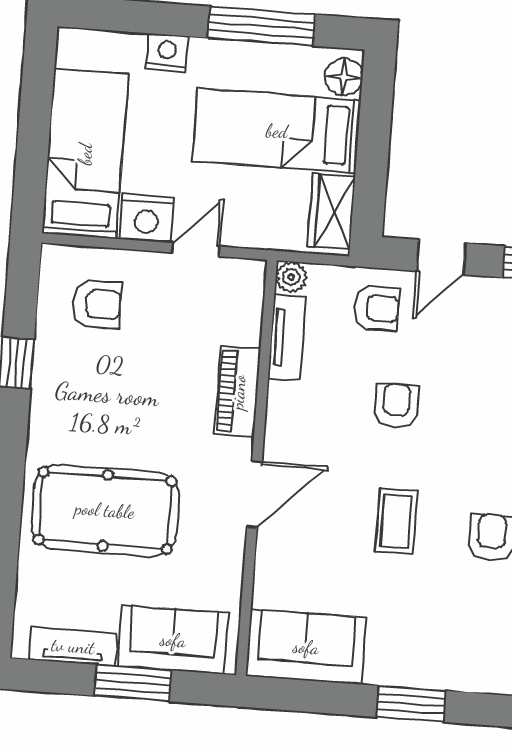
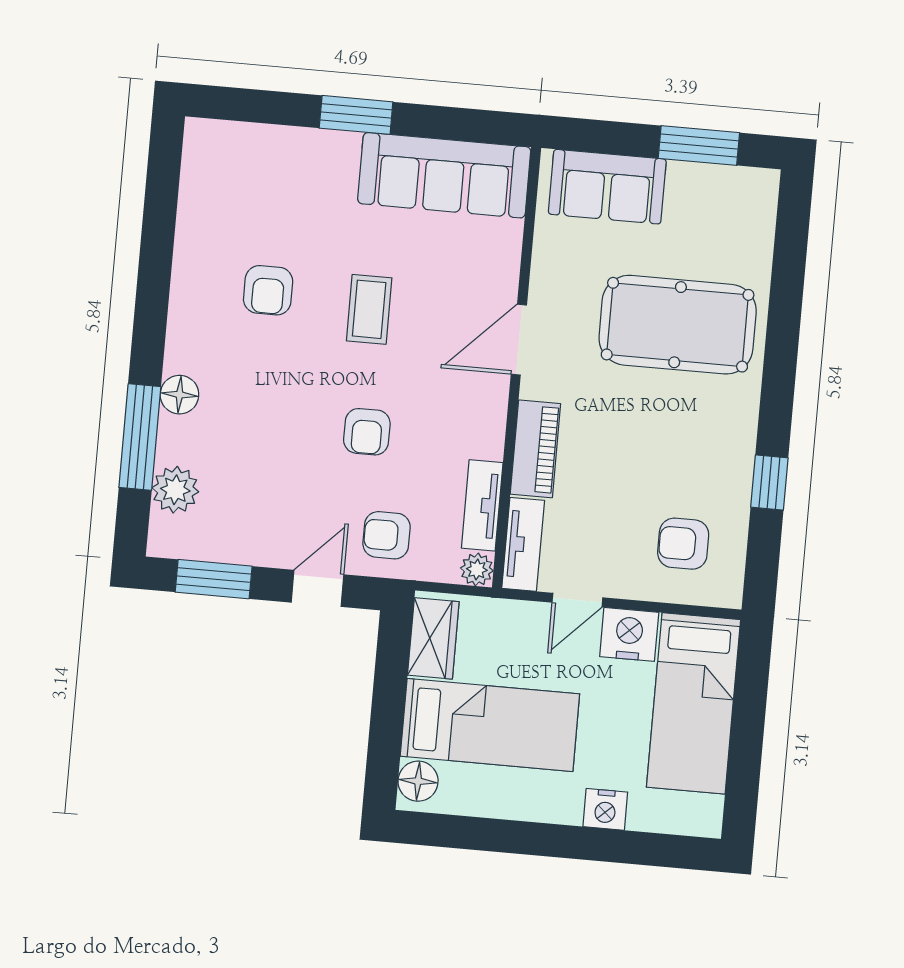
window: (262, 26) -> (504, 836), removed
tv unit: (73, 646) -> (523, 544), moved, turned -90
sofa: (306, 647) -> (444, 175), width x1.36
window: (133, 683) -> (699, 146), moved

